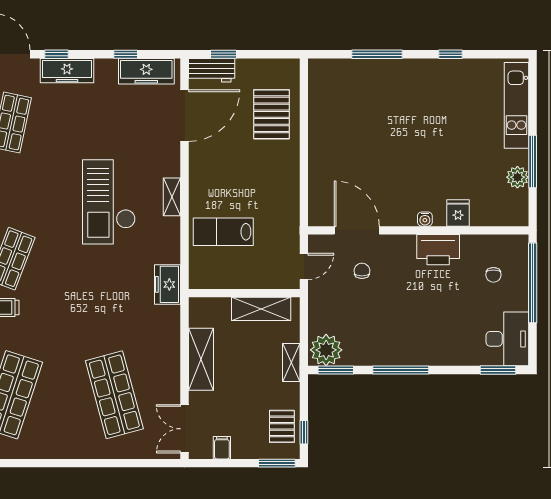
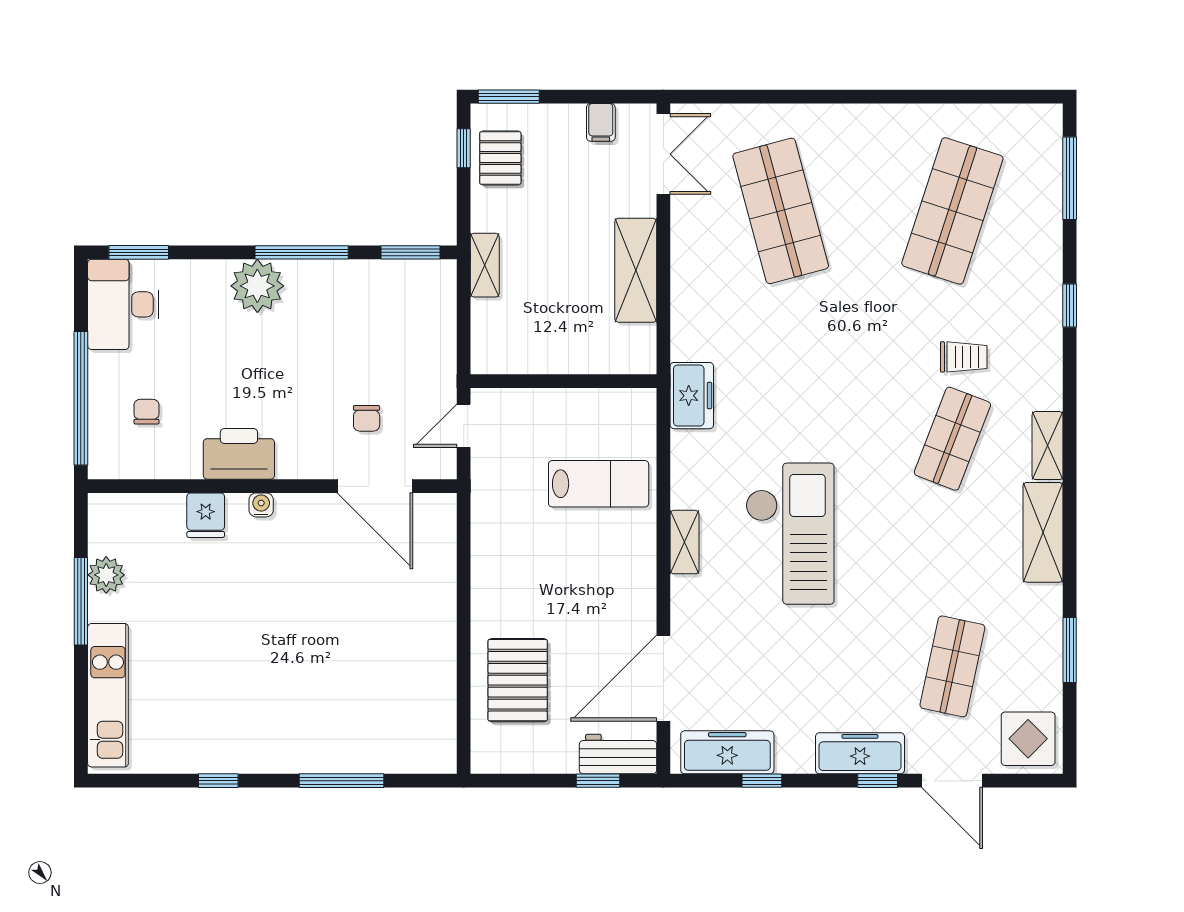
shelving: (261, 309) -> (535, 355), removed
plant: (326, 350) -> (257, 286), moved

